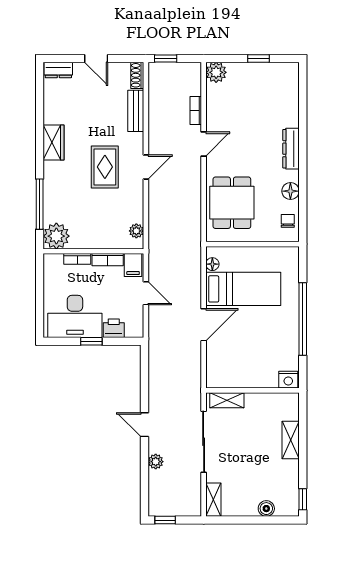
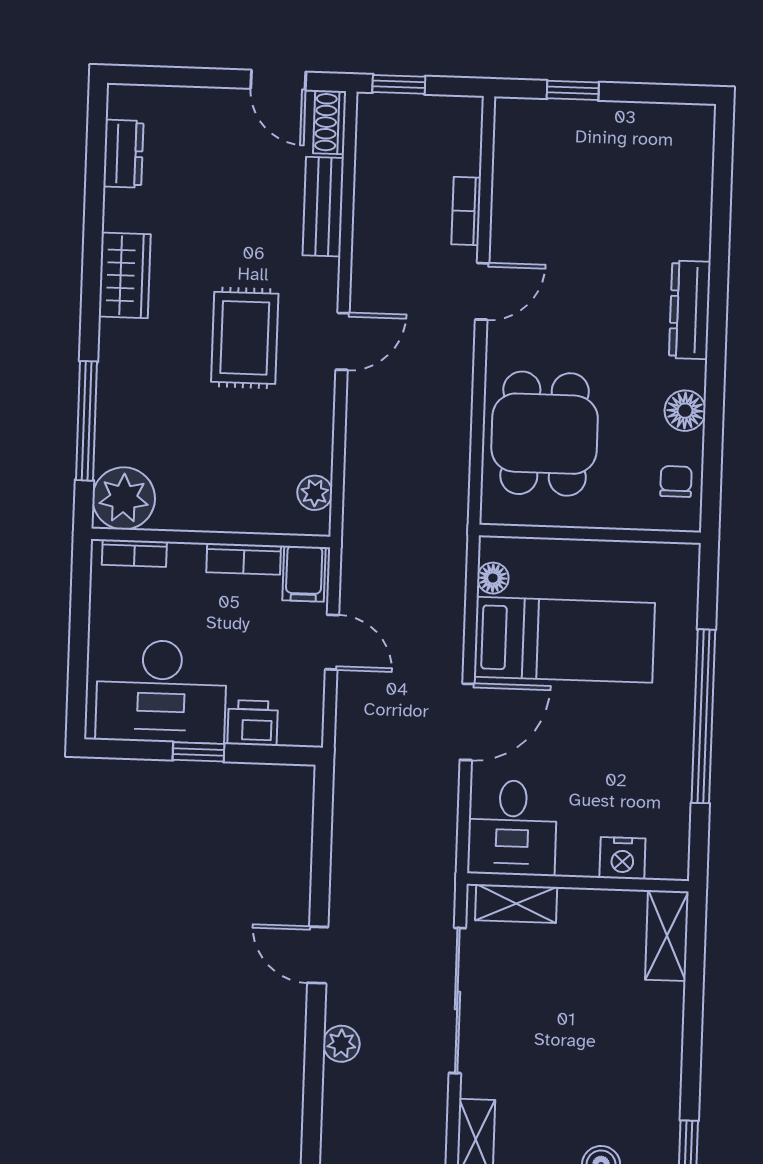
door: (96, 58) -> (278, 80), moved
window: (258, 58) -> (573, 90), moved
dresser: (58, 70) -> (123, 154), moved, turned -90
plant: (216, 72) -> (518, 122), removed
bookcase: (77, 259) -> (134, 553), moved
desk: (224, 368) -> (512, 828), added
nightstand: (288, 380) -> (622, 858), moved
shelving: (291, 440) -> (667, 936), moved

